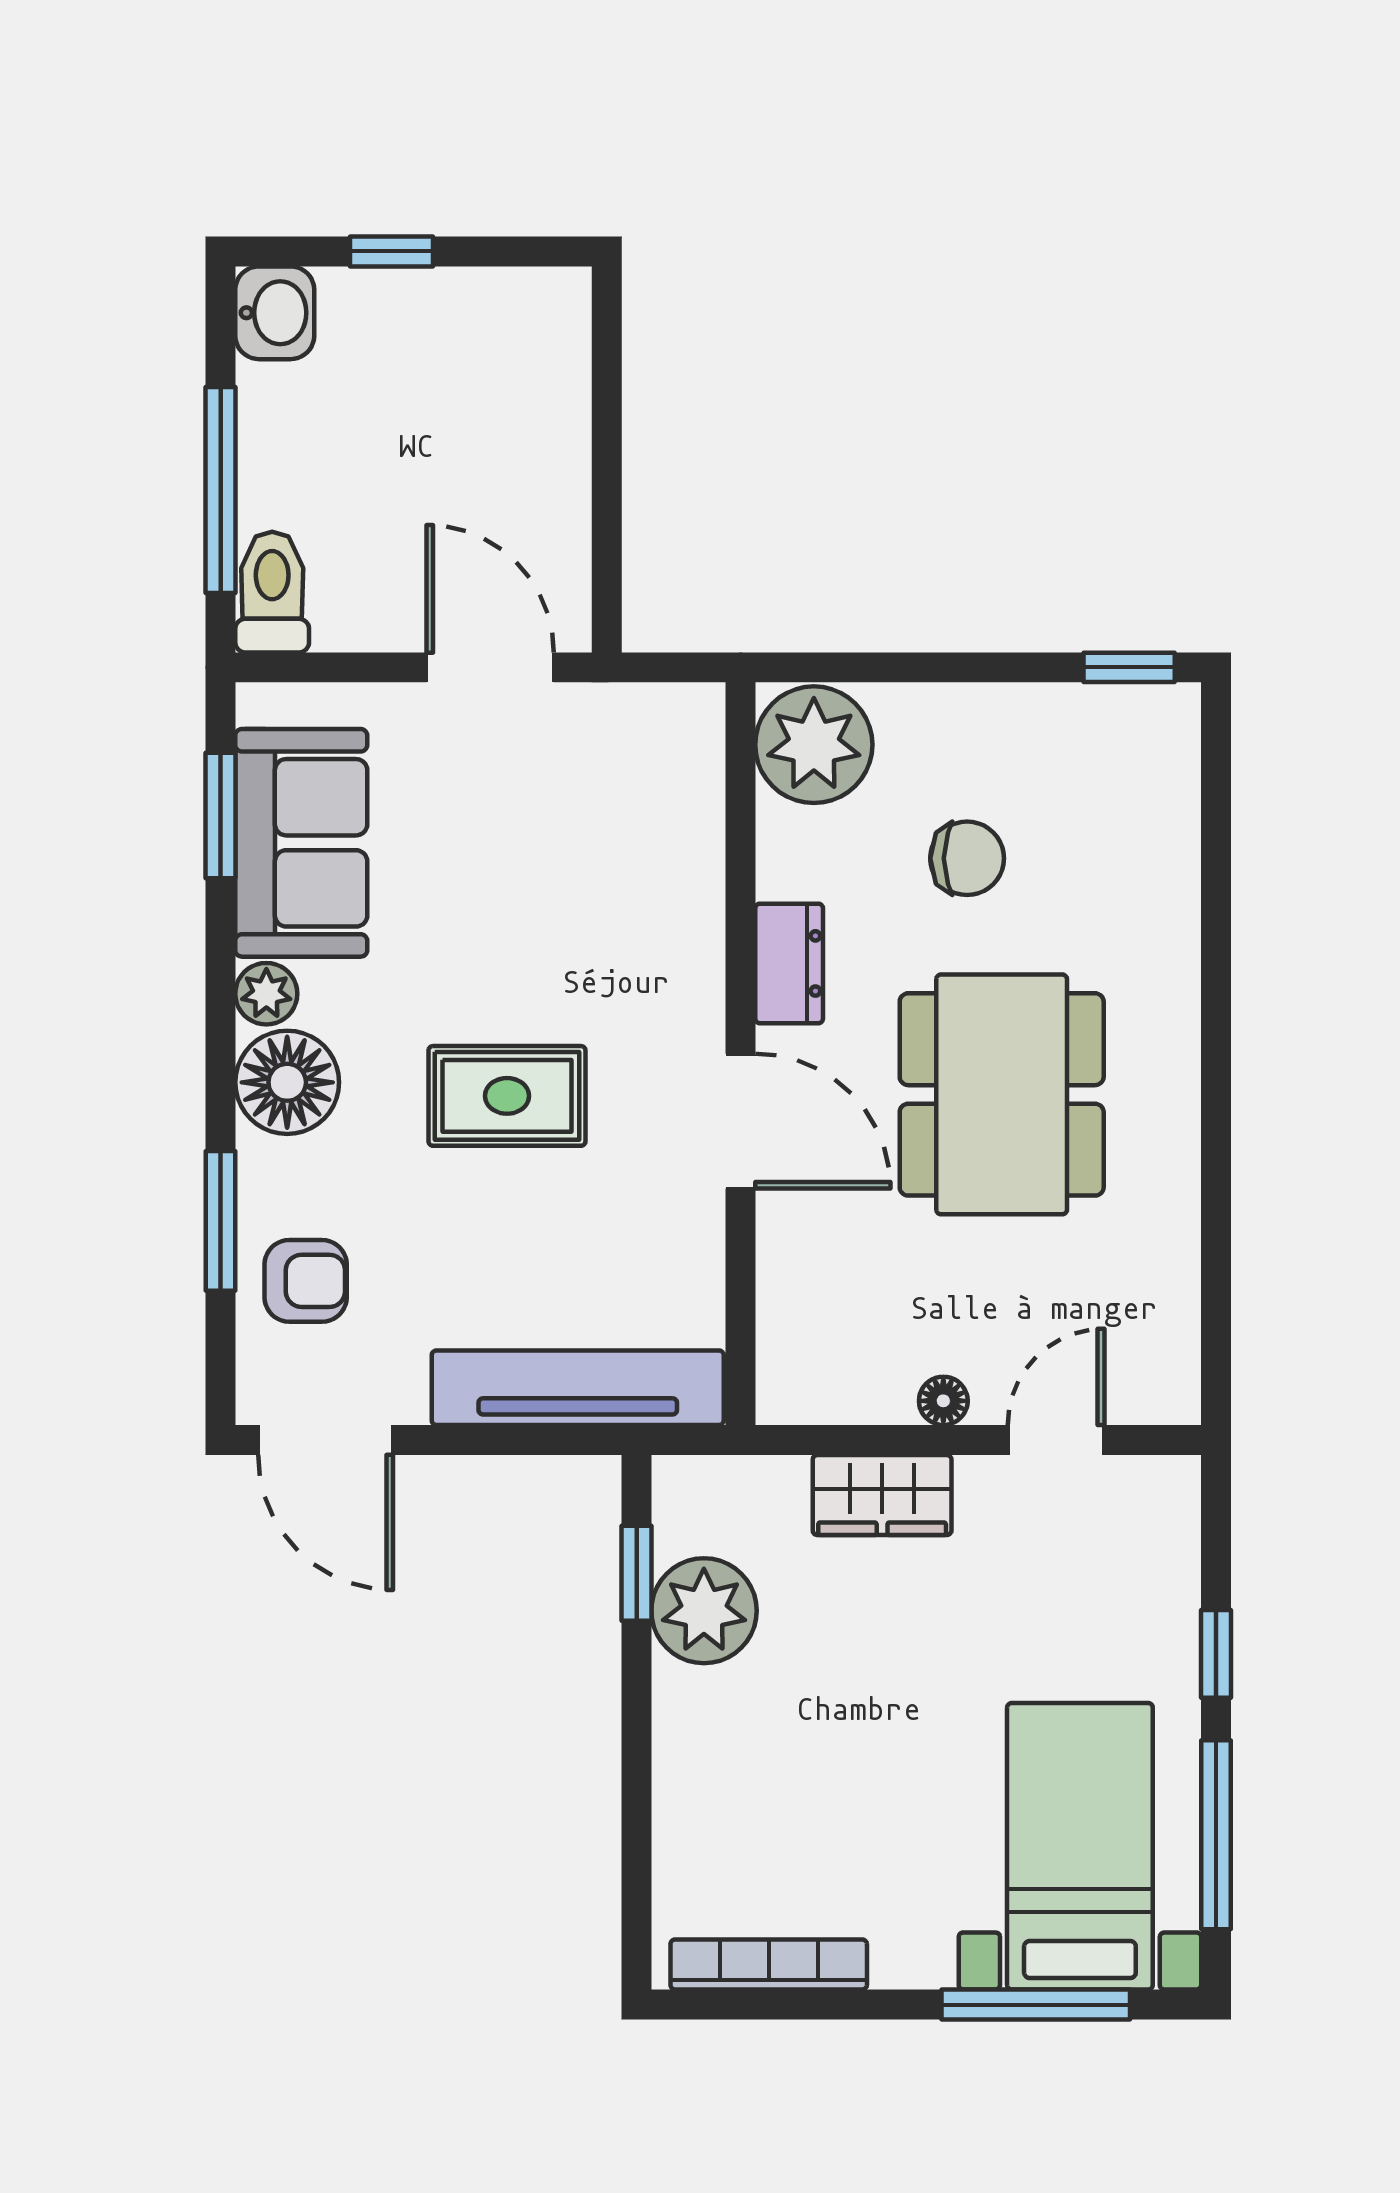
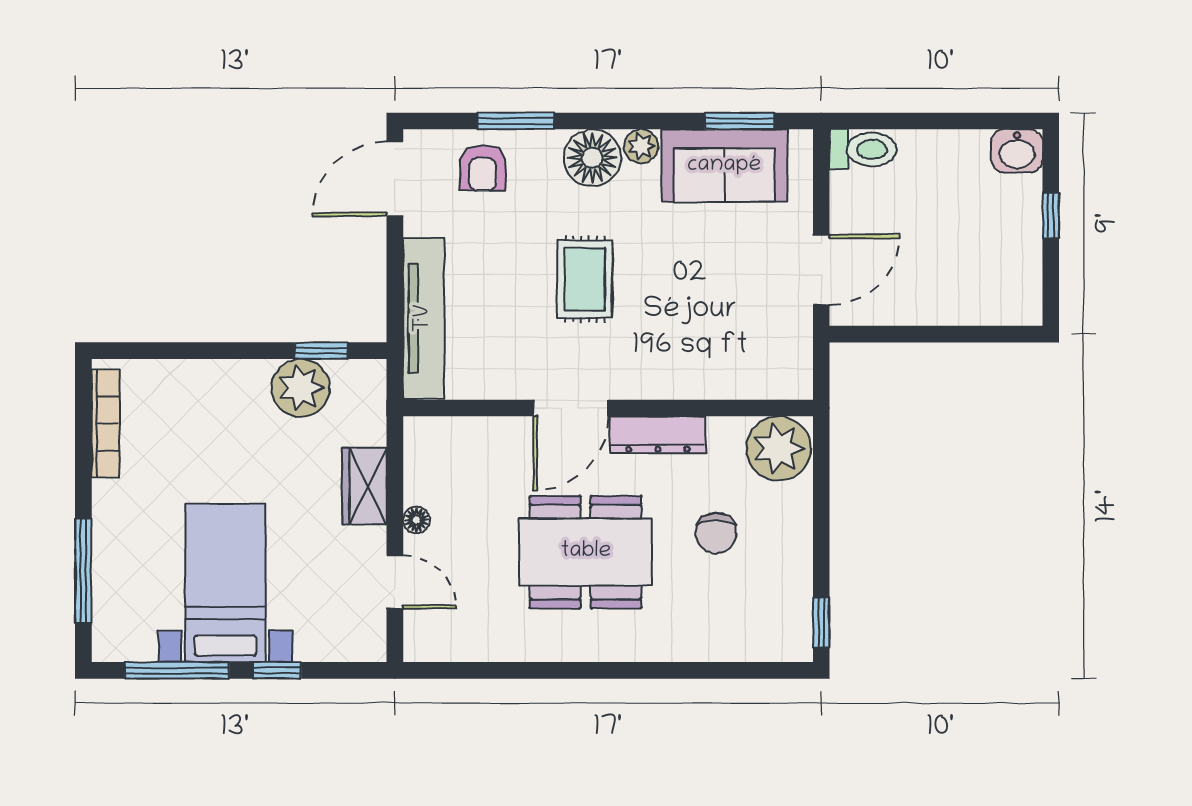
window: (221, 490) -> (919, 121), removed
dresser: (789, 963) -> (658, 435), width x1.44
bed with nightstands: (1080, 1846) -> (225, 583), moved, turned -90

